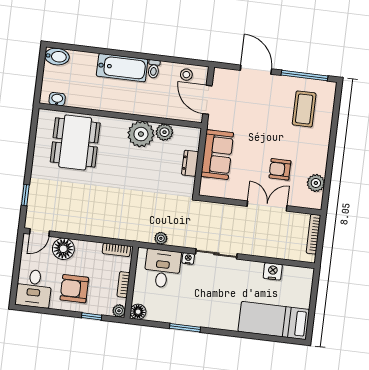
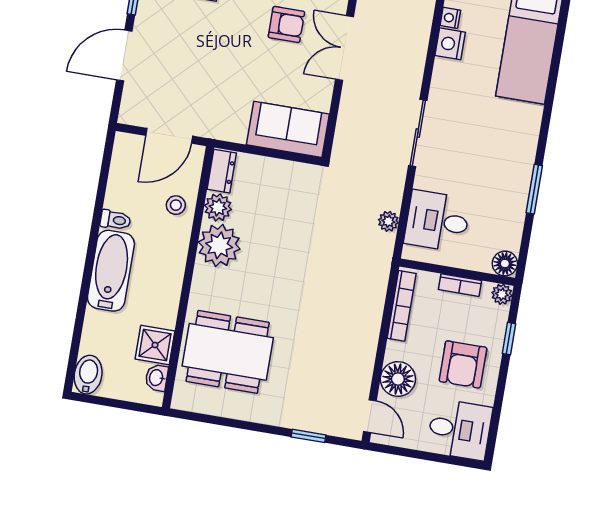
stool: (186, 75) -> (176, 205), moved
shower: (77, 97) -> (155, 345), added
sofa: (217, 155) -> (288, 129), moved
dresser: (190, 163) -> (222, 171), moved, turned -90
armchair: (280, 169) -> (286, 24), turned -90
bookcase: (116, 250) -> (402, 306), width x1.56
nightstand: (188, 259) -> (450, 18), moved

